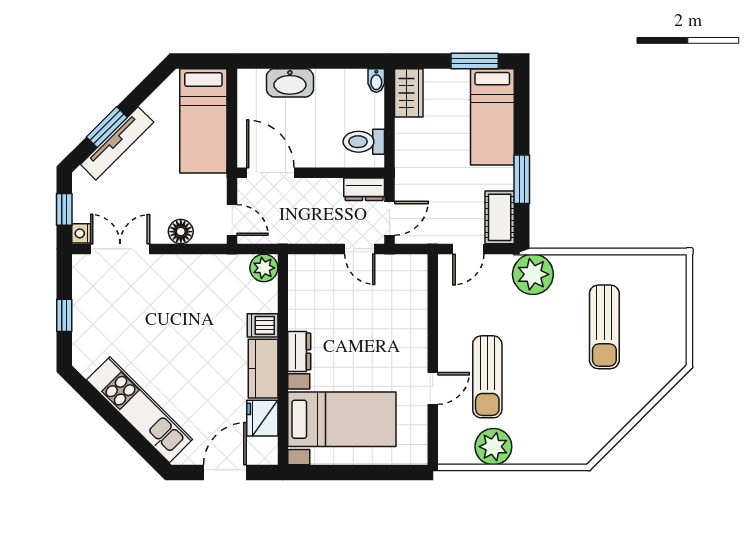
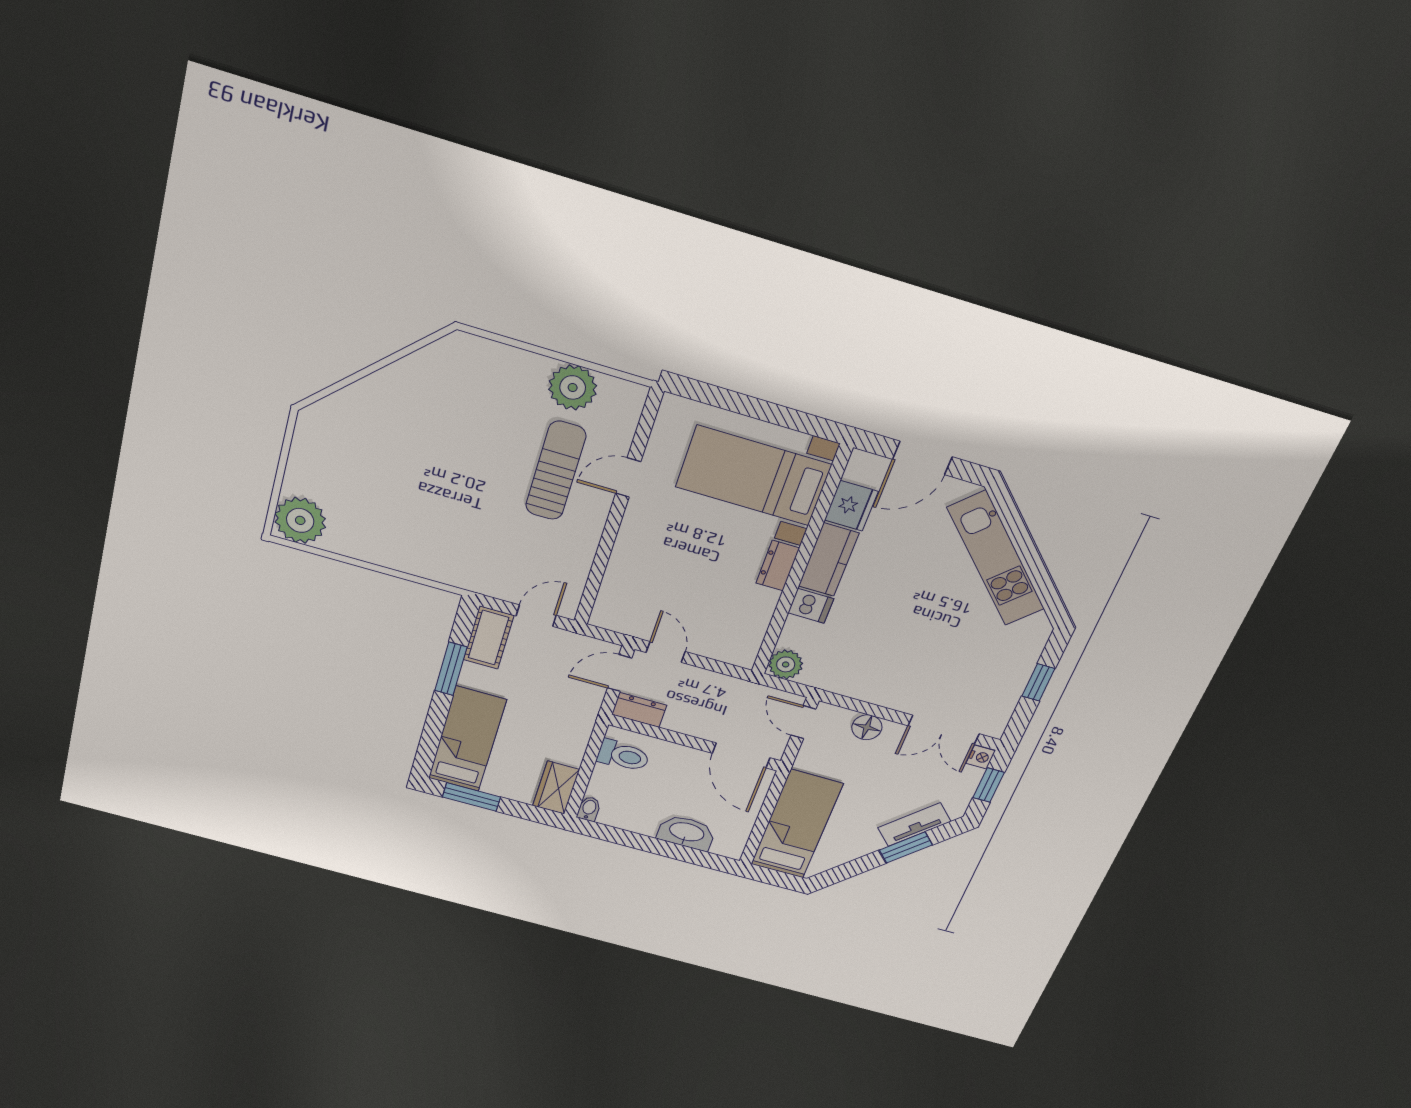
tv unit: (117, 143) -> (914, 825), width x0.71
plant: (533, 274) -> (300, 520), moved
sun lounger: (604, 327) -> (393, 484), removed

